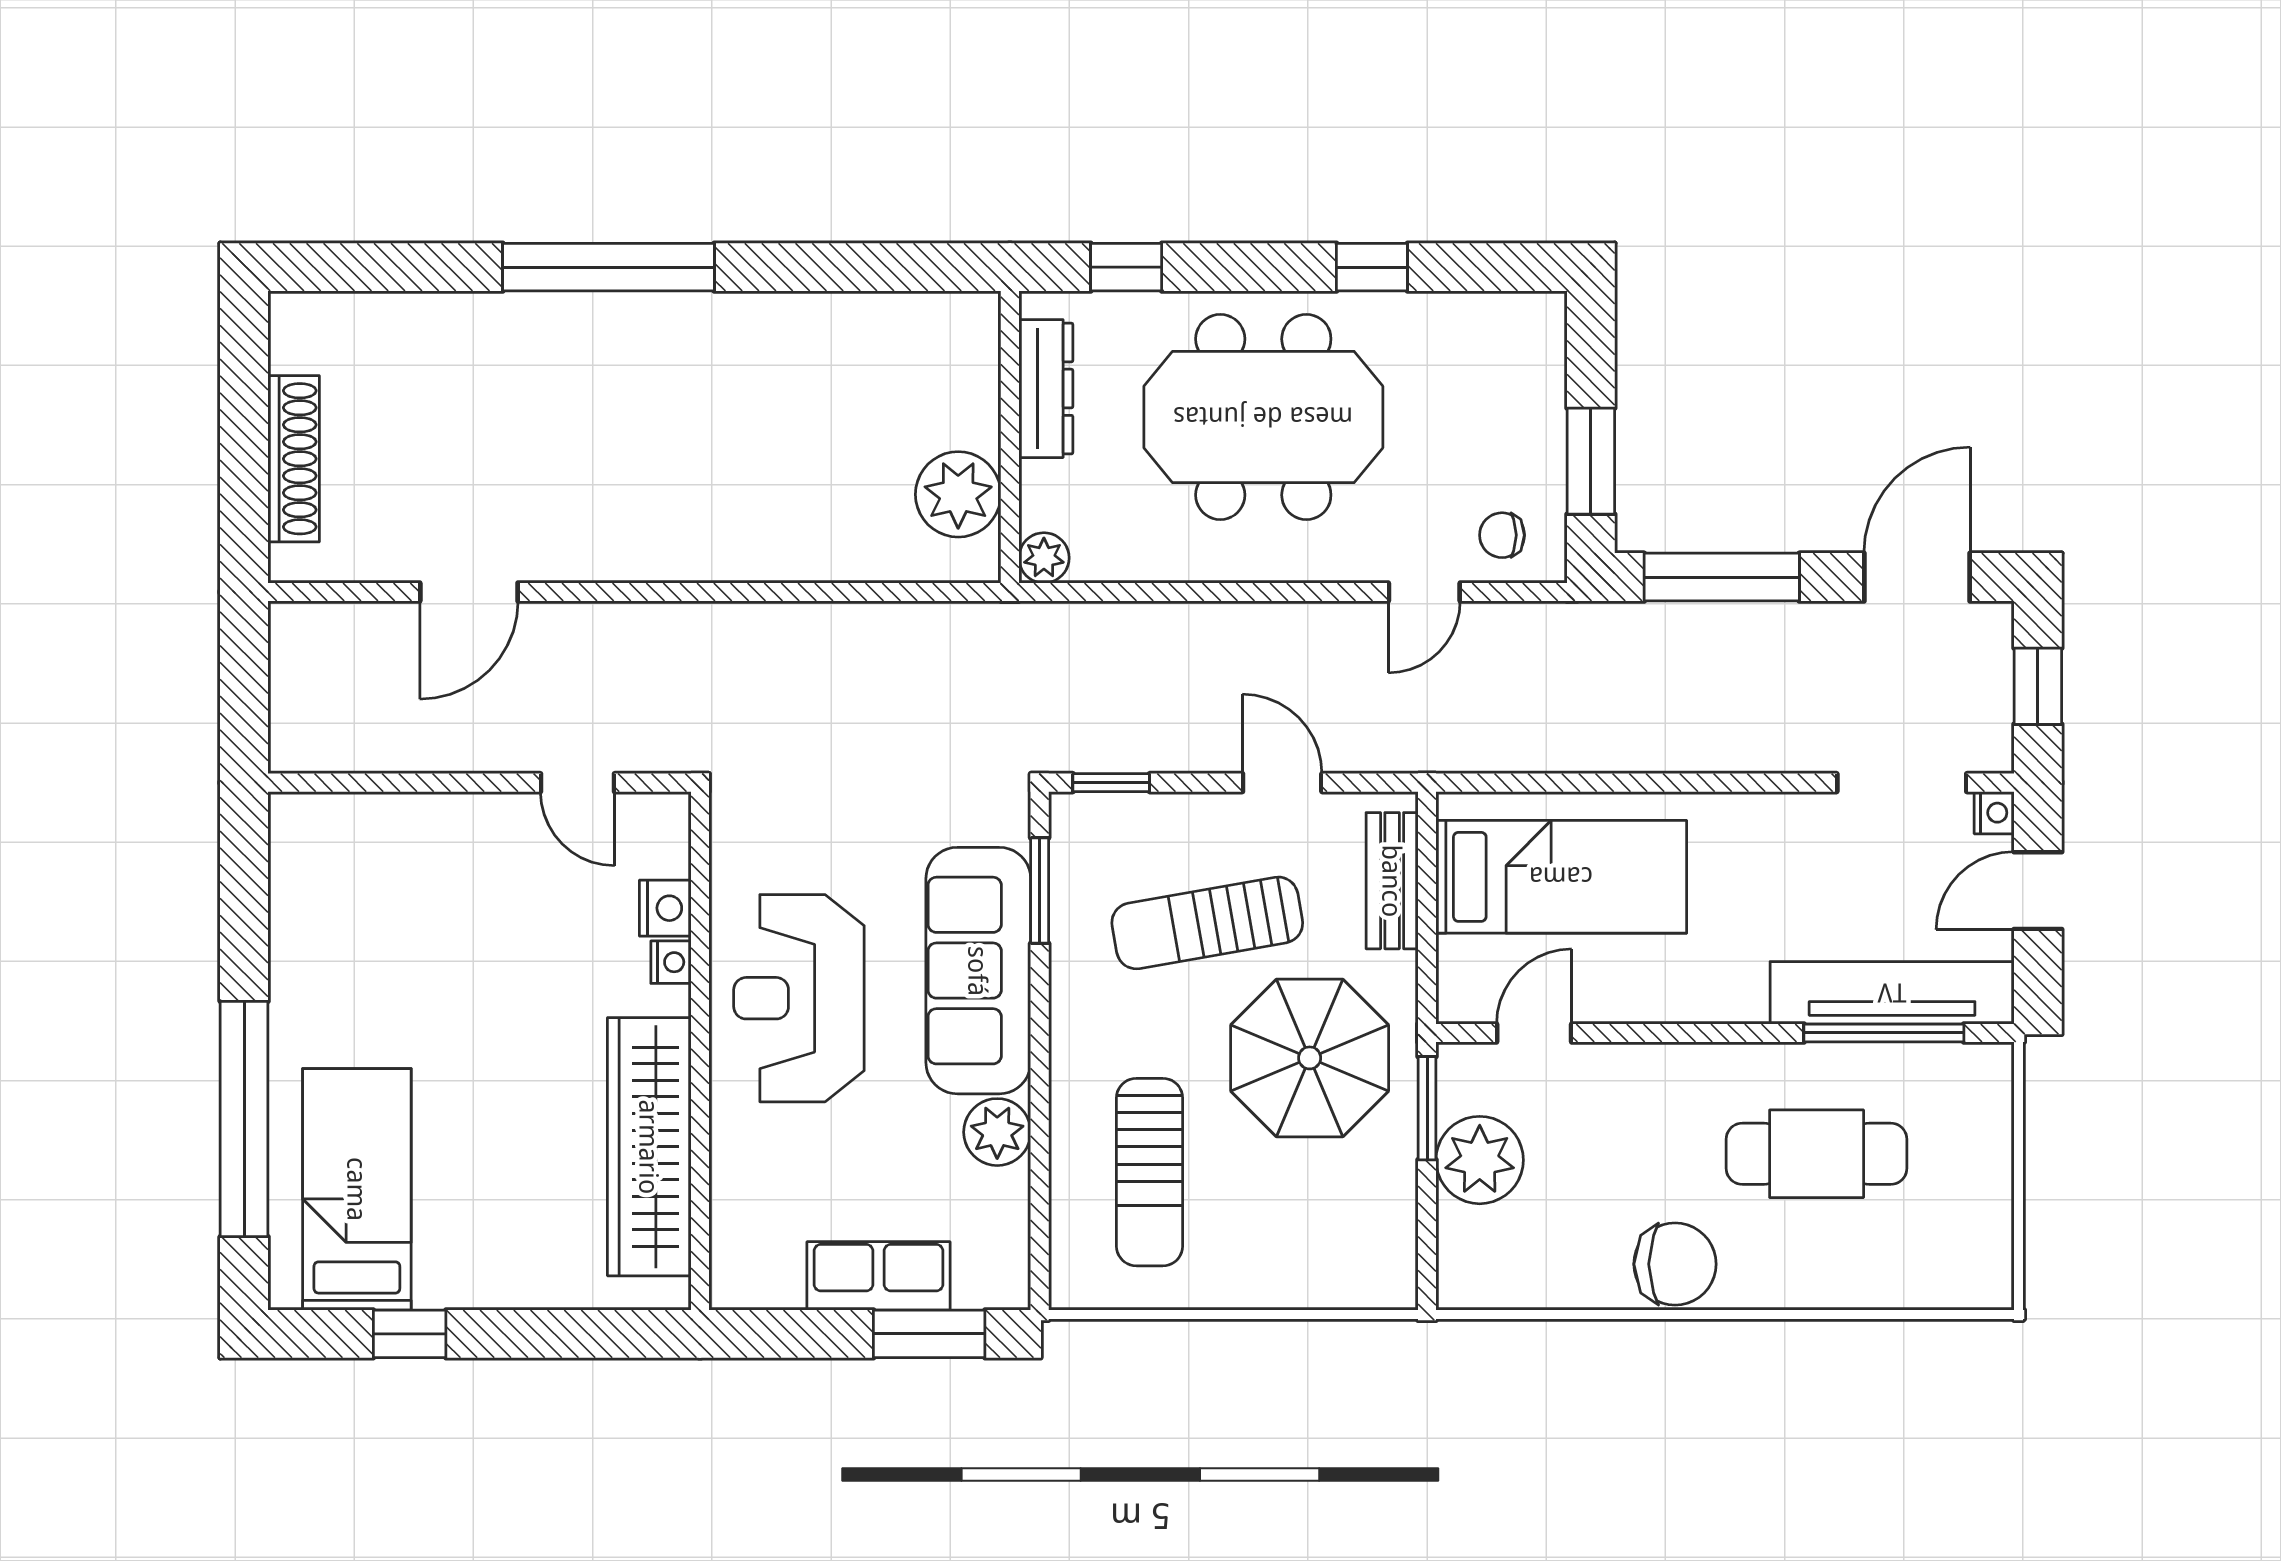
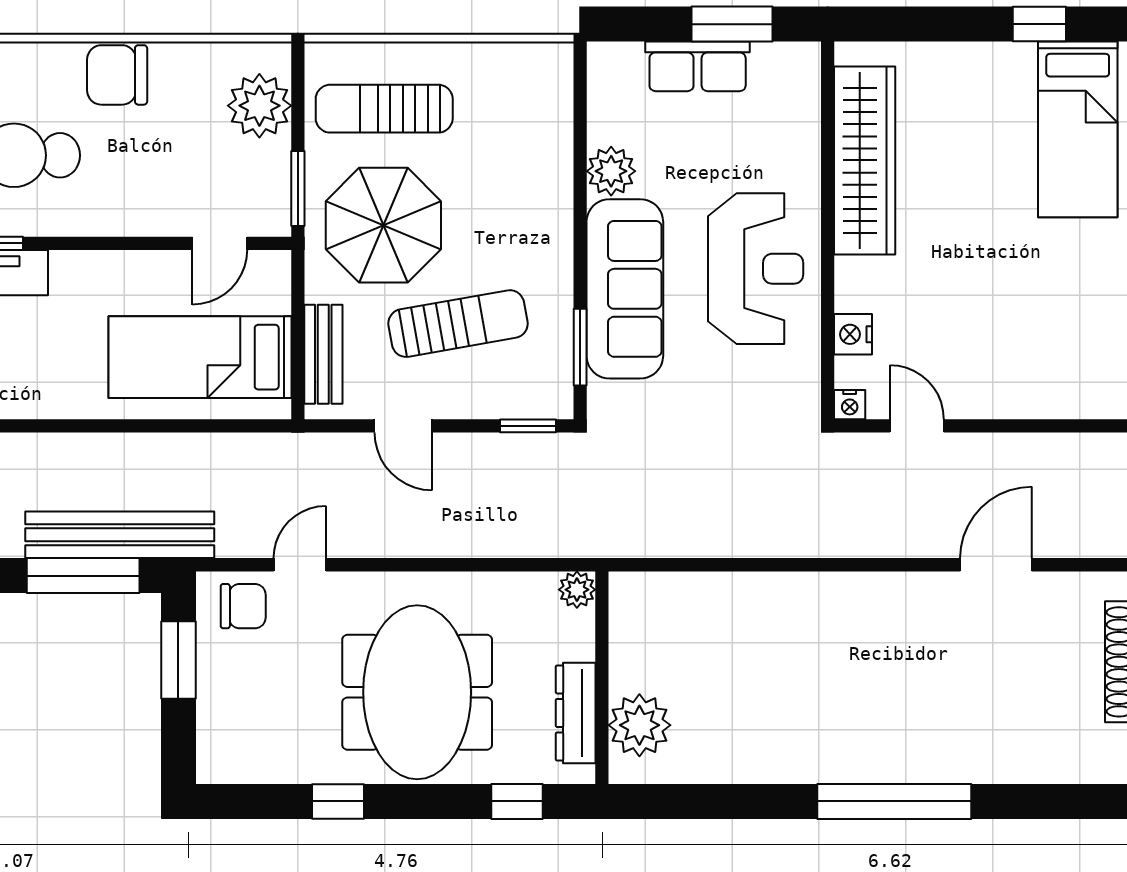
meeting table: (1263, 417) -> (417, 692), turned 90
plant: (958, 494) -> (639, 725), moved
chair: (1502, 535) -> (243, 606), width x1.37, depth x1.37
bench: (1671, 633) -> (120, 535), added
nightstand: (671, 962) -> (850, 405), moved, turned -90
plant: (1480, 1160) -> (259, 106), moved
sun lounger: (1150, 1172) -> (384, 109), moved, turned -90
window: (929, 1334) -> (732, 24), moved

